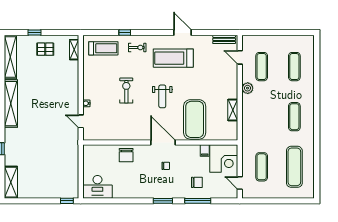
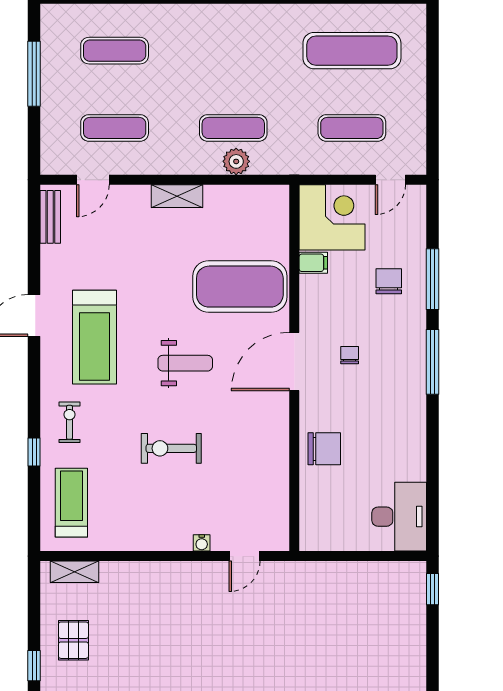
window: (285, 33) -> (34, 74), added
plant: (248, 88) -> (236, 161), moved
shelving: (233, 110) -> (177, 196), moved
exercise mat: (294, 117) -> (233, 128), moved
window: (163, 201) -> (432, 362), width x1.44

